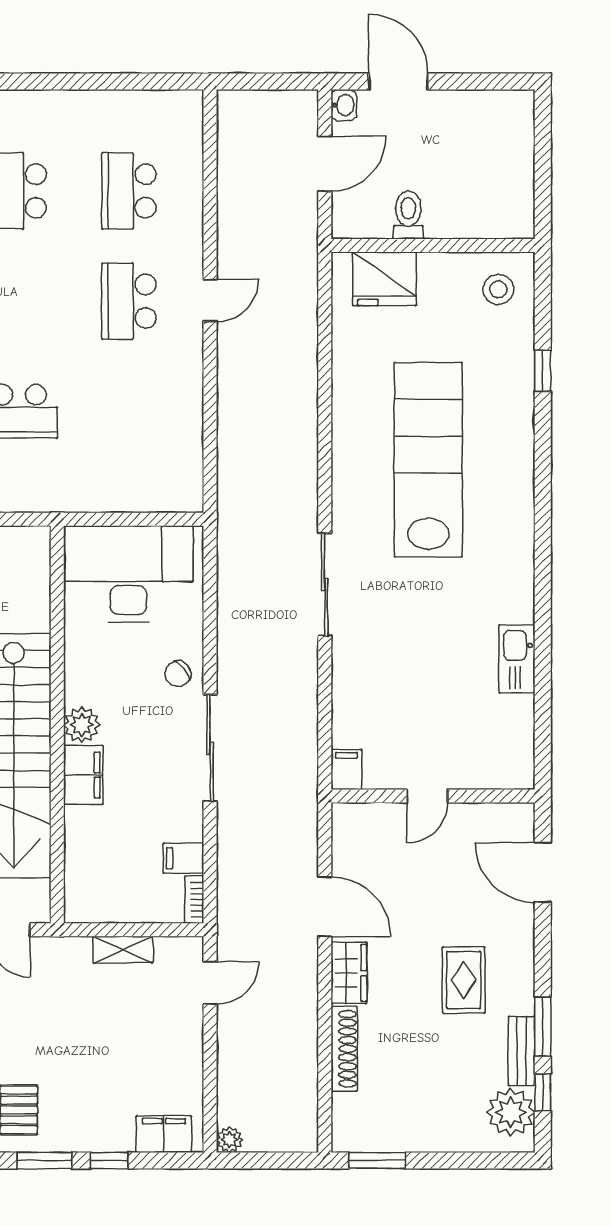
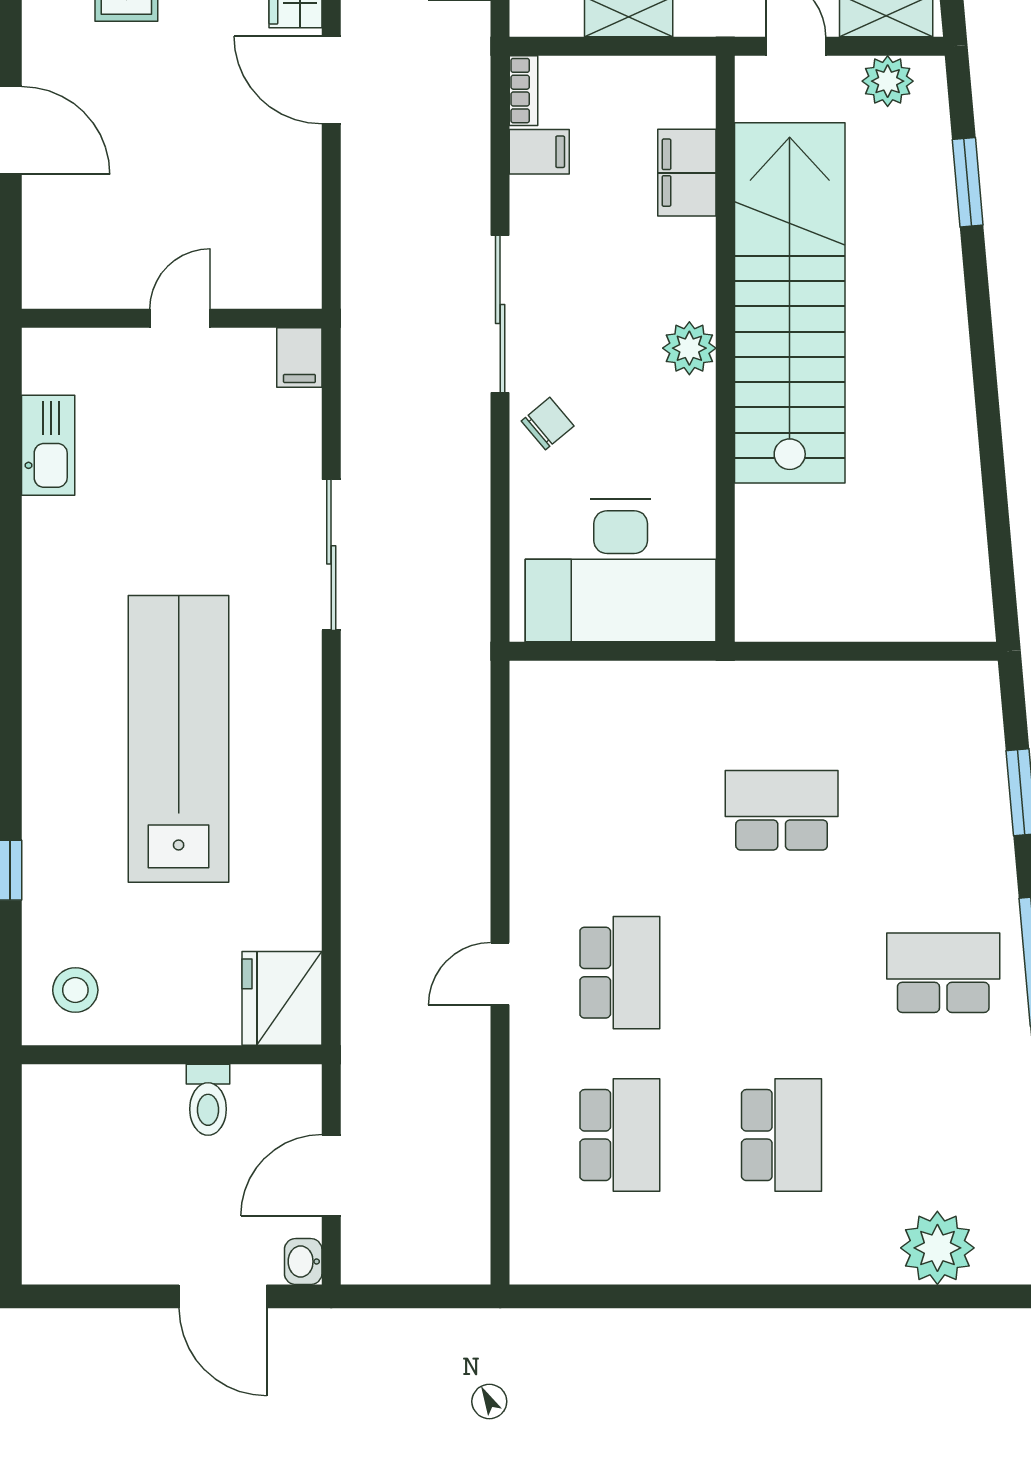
fridge: (384, 279) -> (282, 998), moved, turned -90
lab bench: (428, 460) -> (179, 739), turned 180
filing cabinet: (346, 769) -> (299, 358), moved
filing cabinet: (83, 775) -> (687, 173), moved
door: (427, 796) -> (180, 318), moved
wall: (433, 796) -> (172, 318), moved

